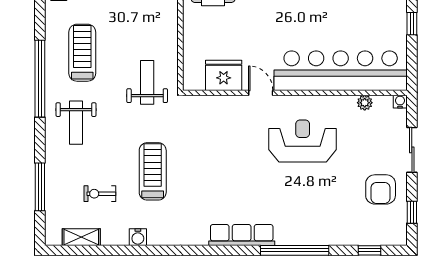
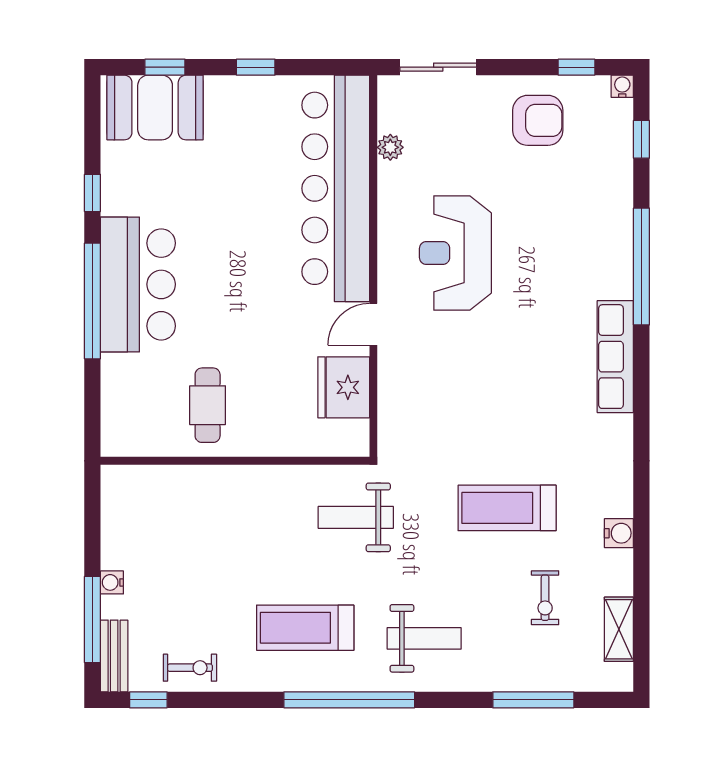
water cooler: (400, 102) -> (622, 86), moved, turned 90
sliding door: (412, 150) -> (438, 67), moved

